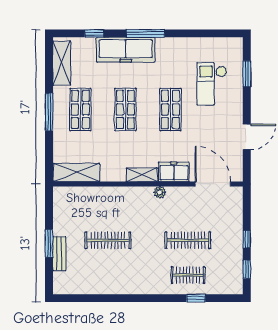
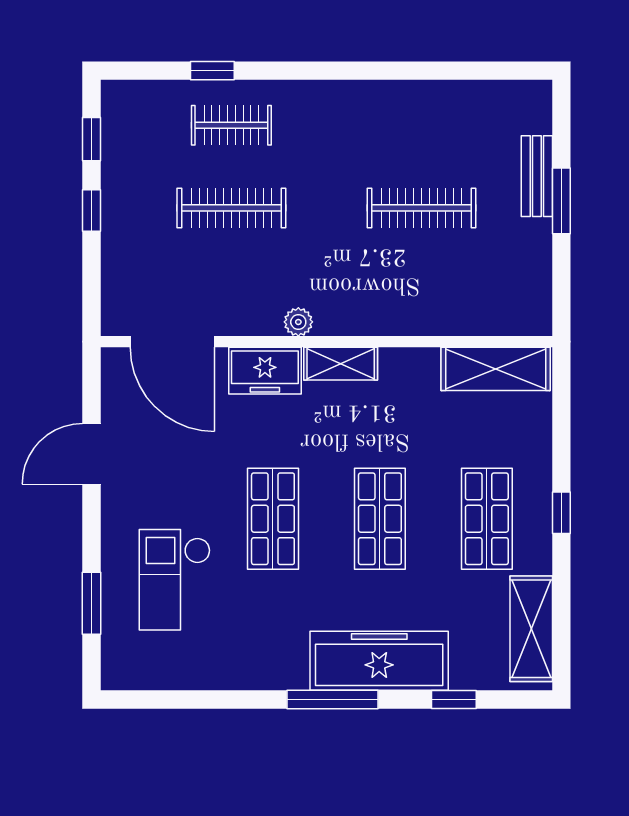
checkout: (212, 84) -> (175, 580), turned 180
window: (49, 112) -> (561, 513), width x0.46

